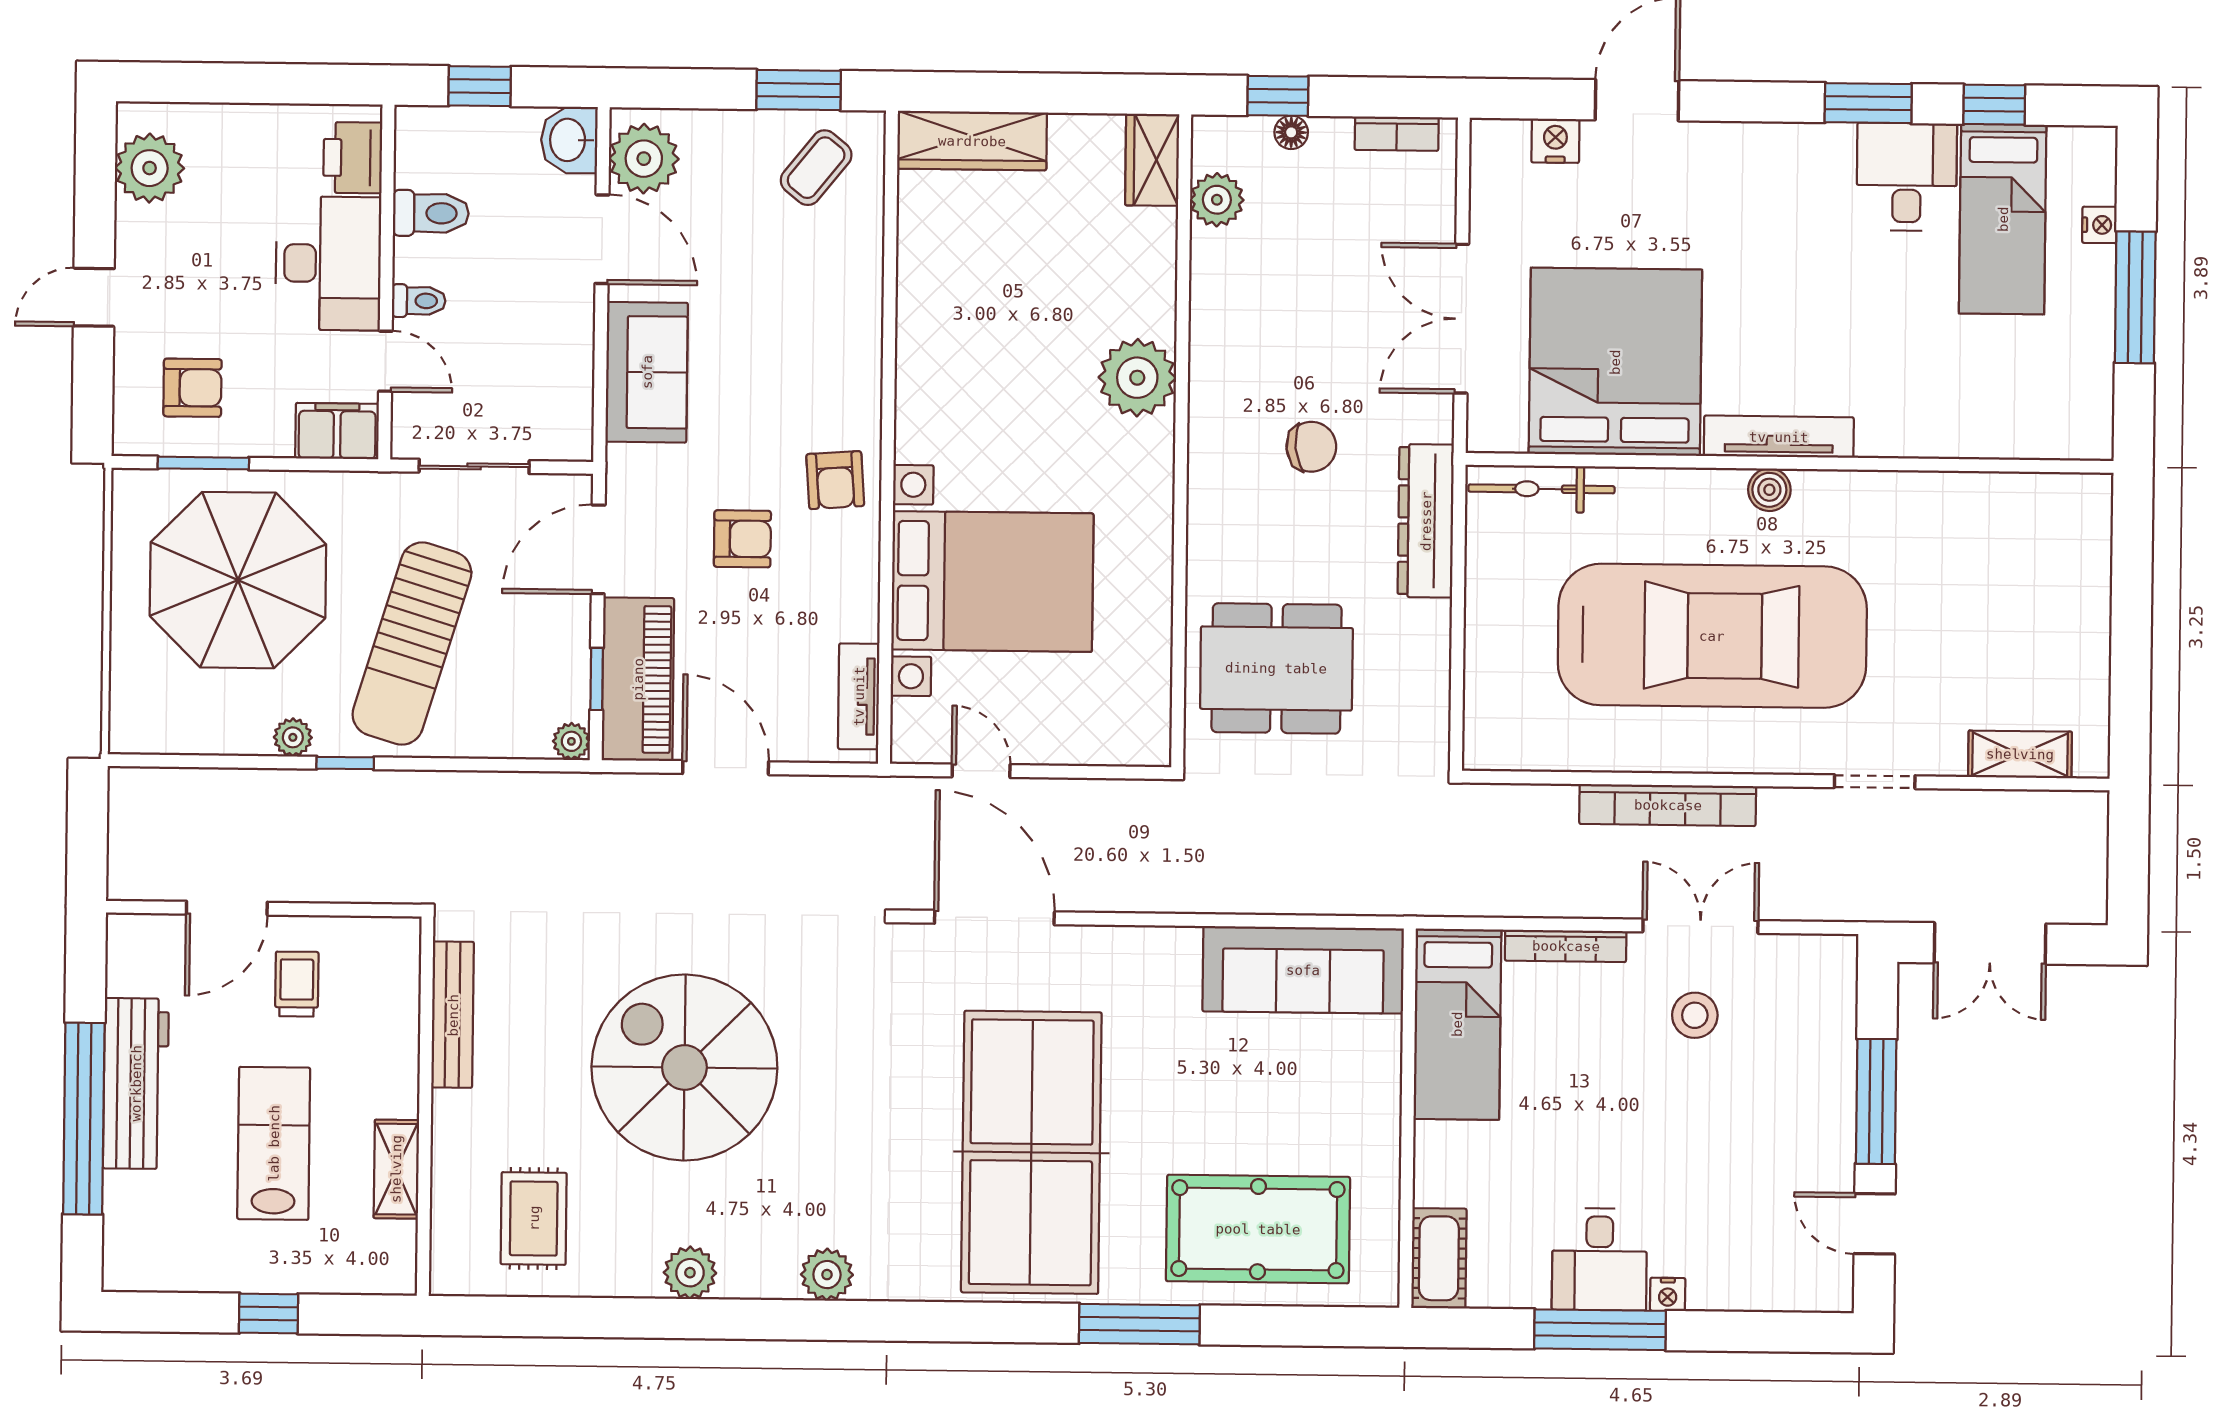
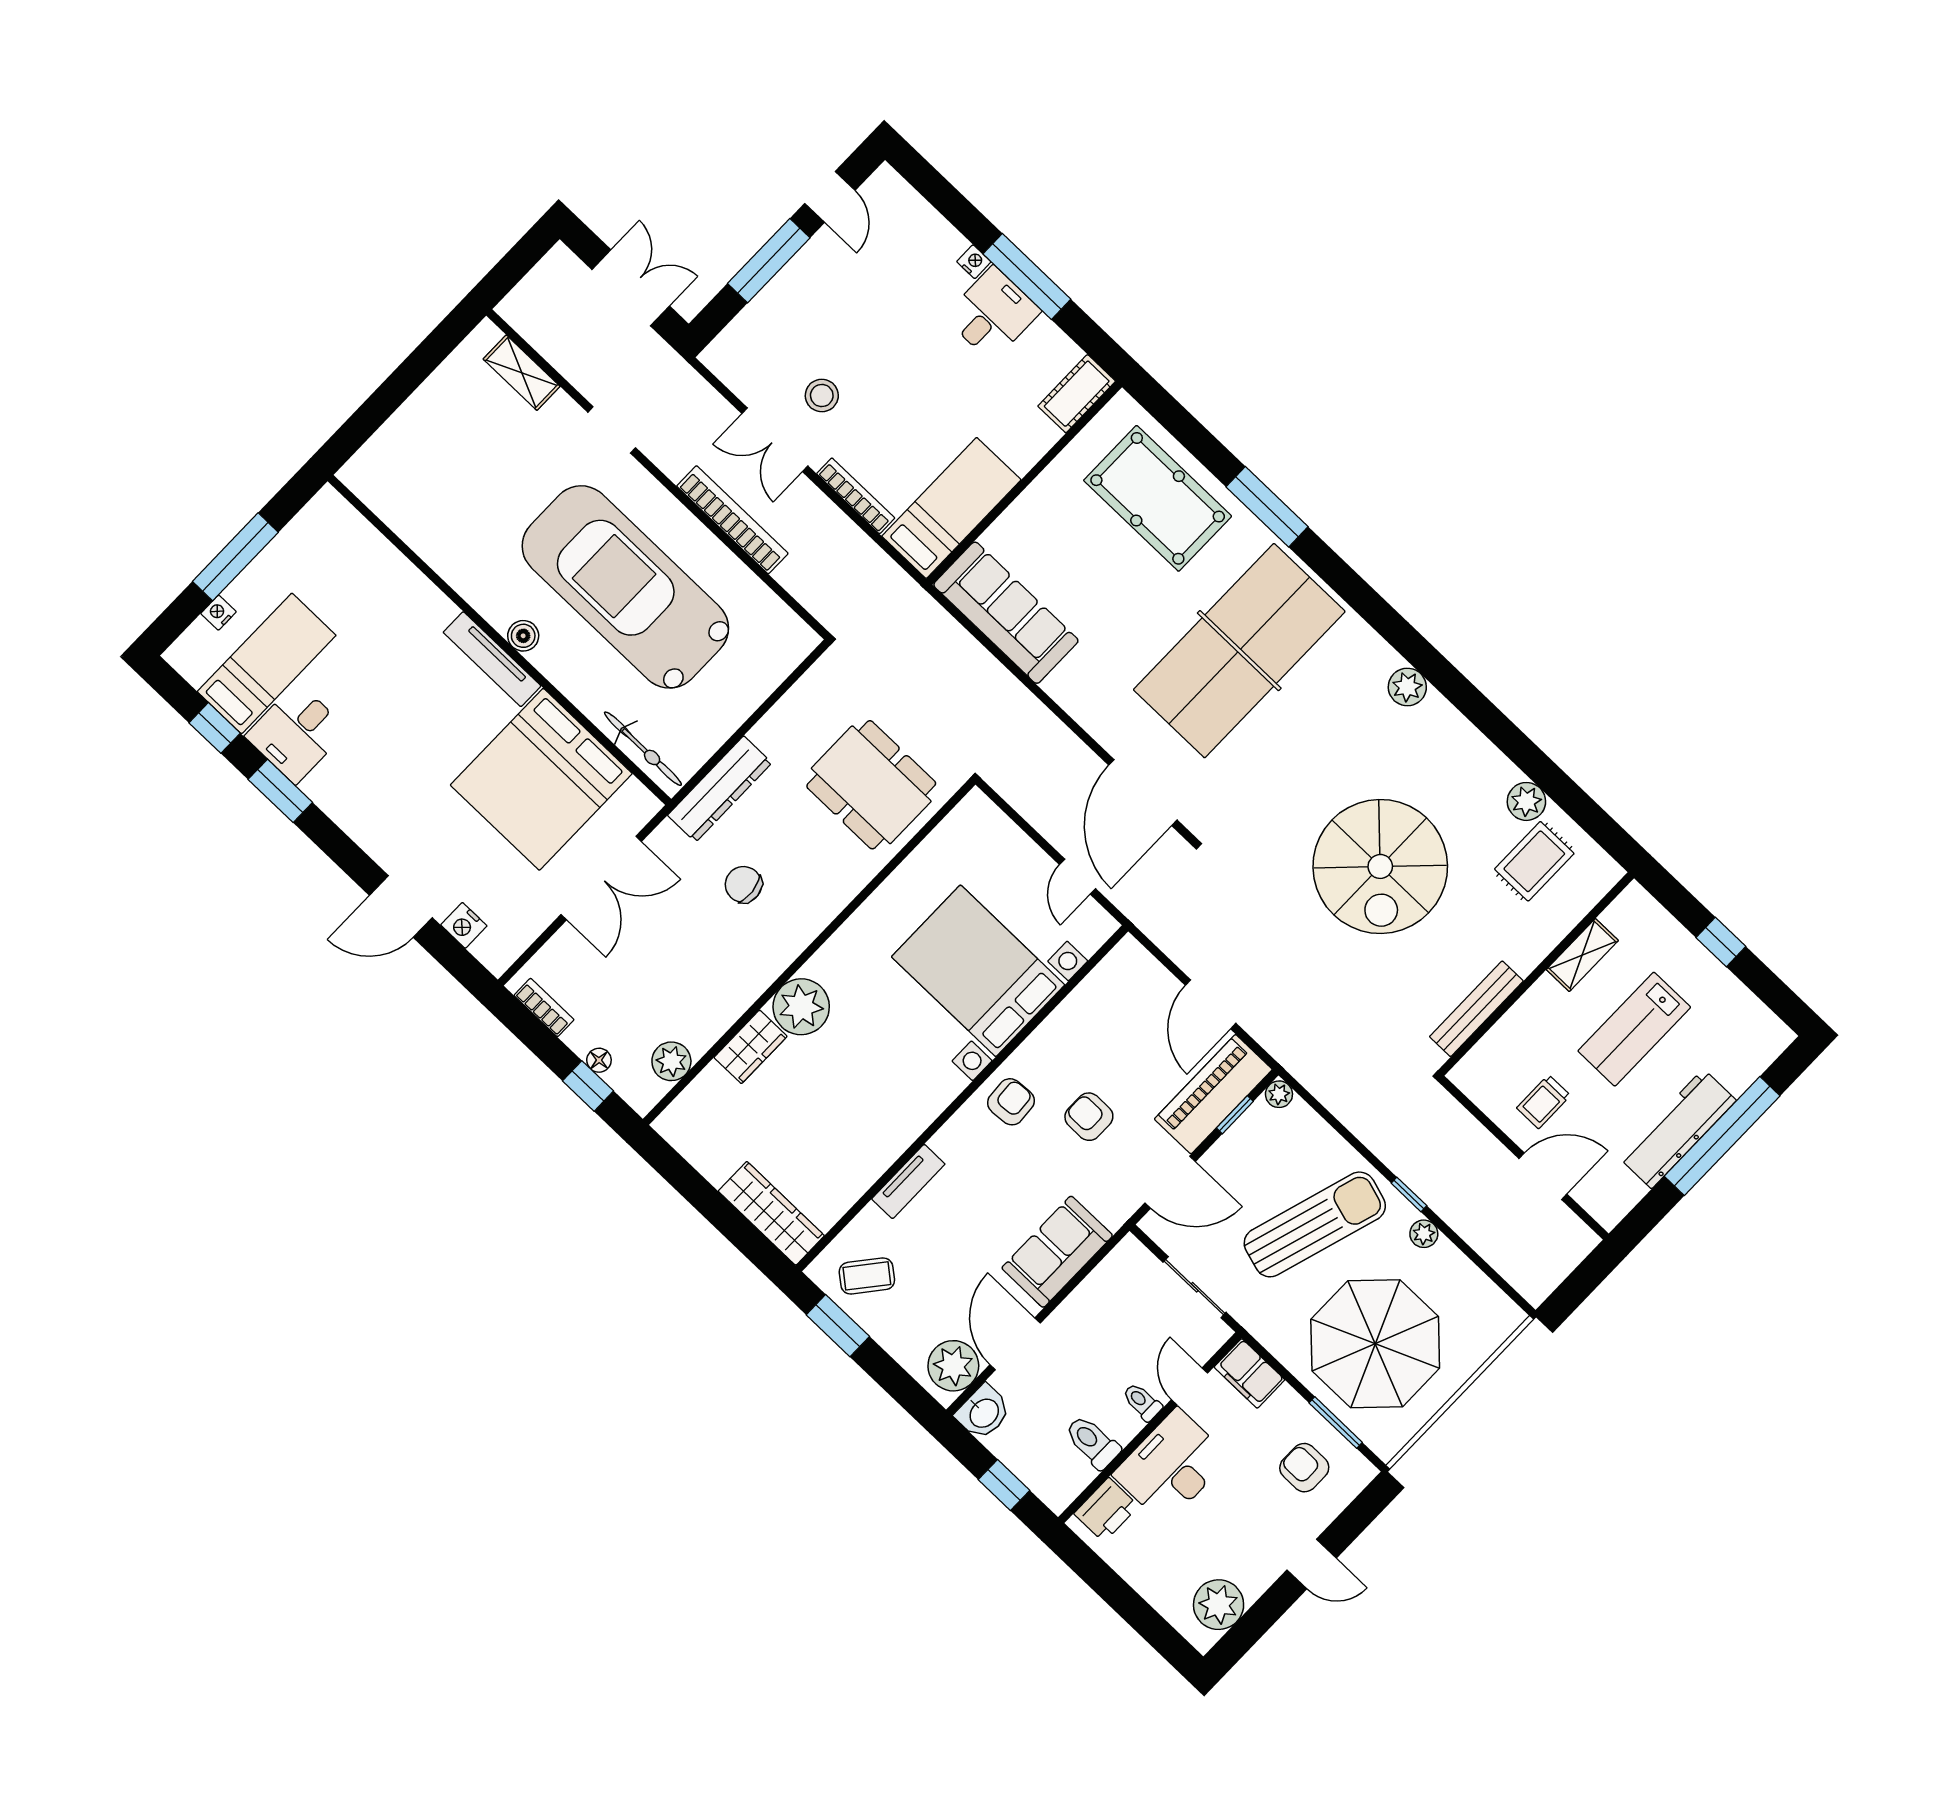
wardrobe: (1152, 160) -> (751, 1047), moved
tv unit: (859, 696) -> (908, 1182), moved
plant: (690, 1273) -> (1526, 801), moved

